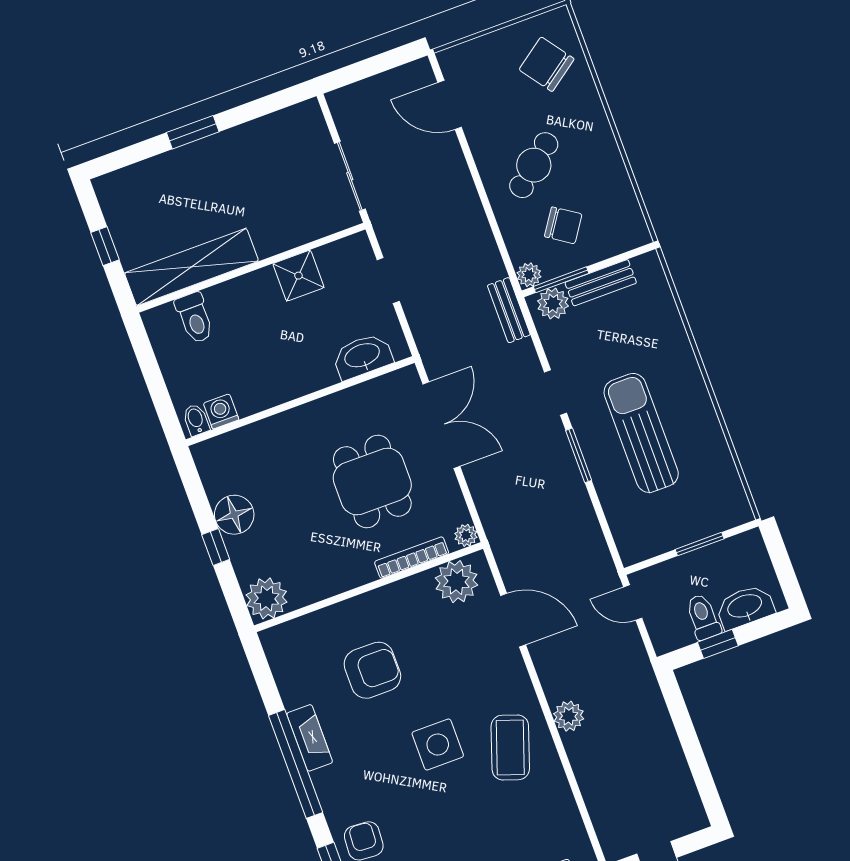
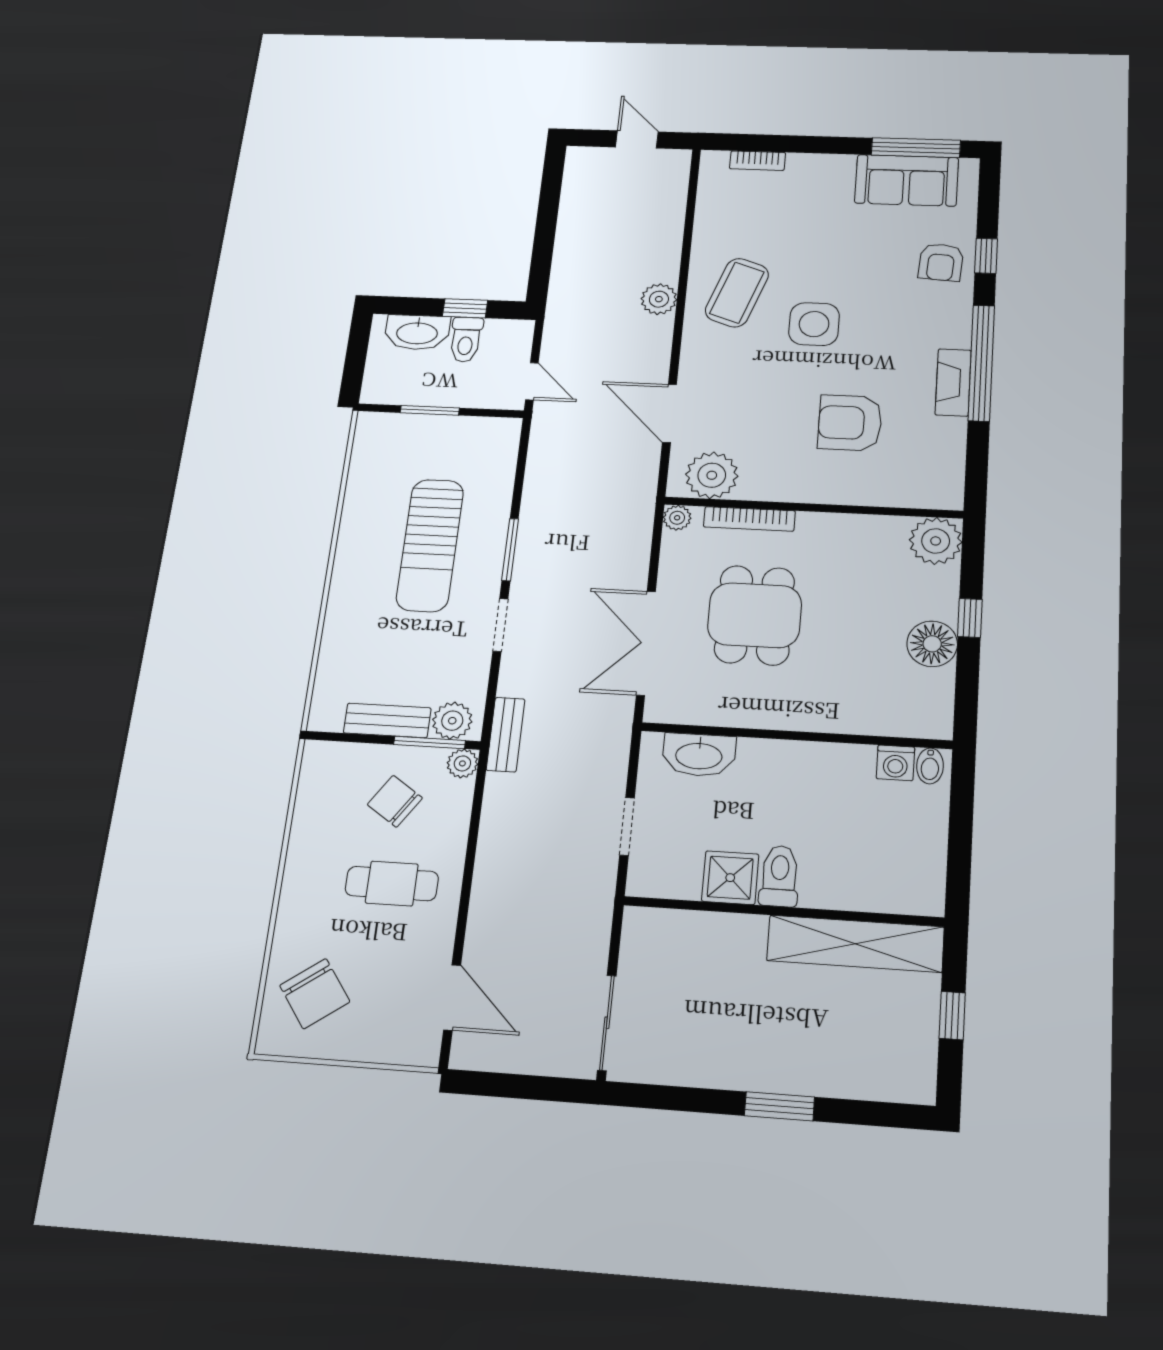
cafe table: (534, 165) -> (392, 884), turned 40
sliding door: (350, 176) -> (607, 1023), moved
toilet: (195, 318) -> (779, 876), moved

